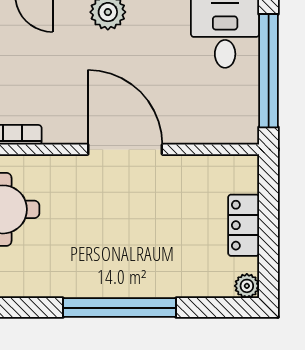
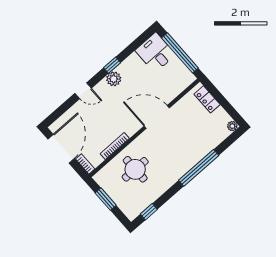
locker: (244, 225) -> (207, 99), moved

